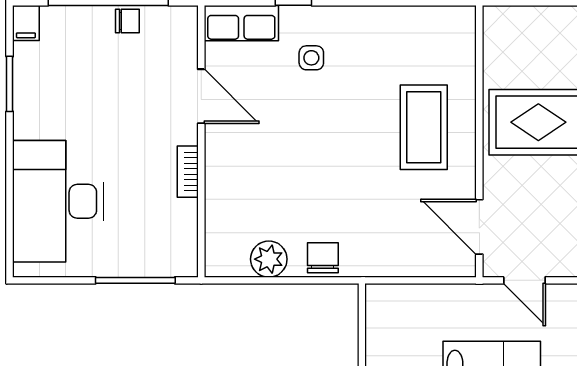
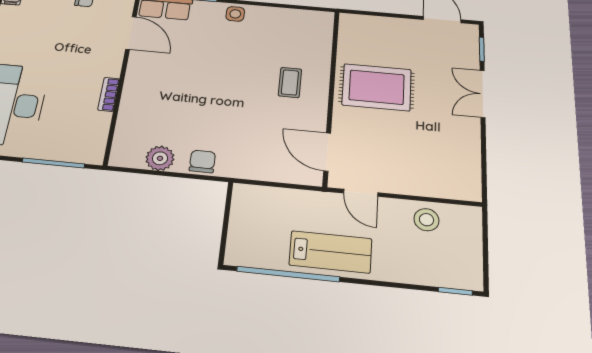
side table: (311, 58) -> (235, 14), moved
door: (201, 96) -> (131, 33), moved
coffee table: (424, 127) -> (290, 82), width x0.54, depth x0.58

